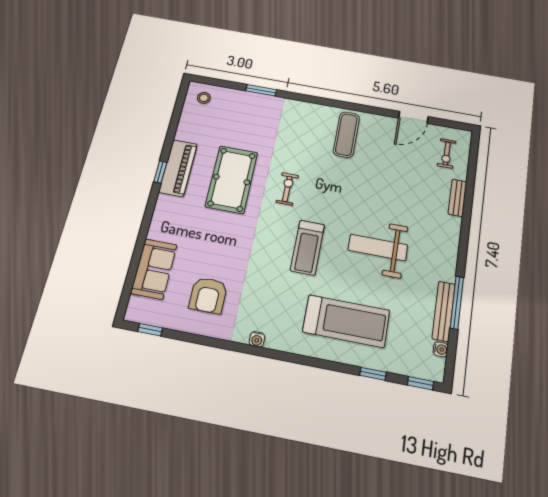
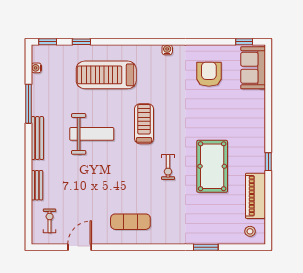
exercise mat: (346, 135) -> (130, 222), turned 90
piano: (178, 168) -> (255, 196), moved
sofa: (154, 269) -> (253, 68), moved
bench: (444, 311) -> (37, 138), moved

